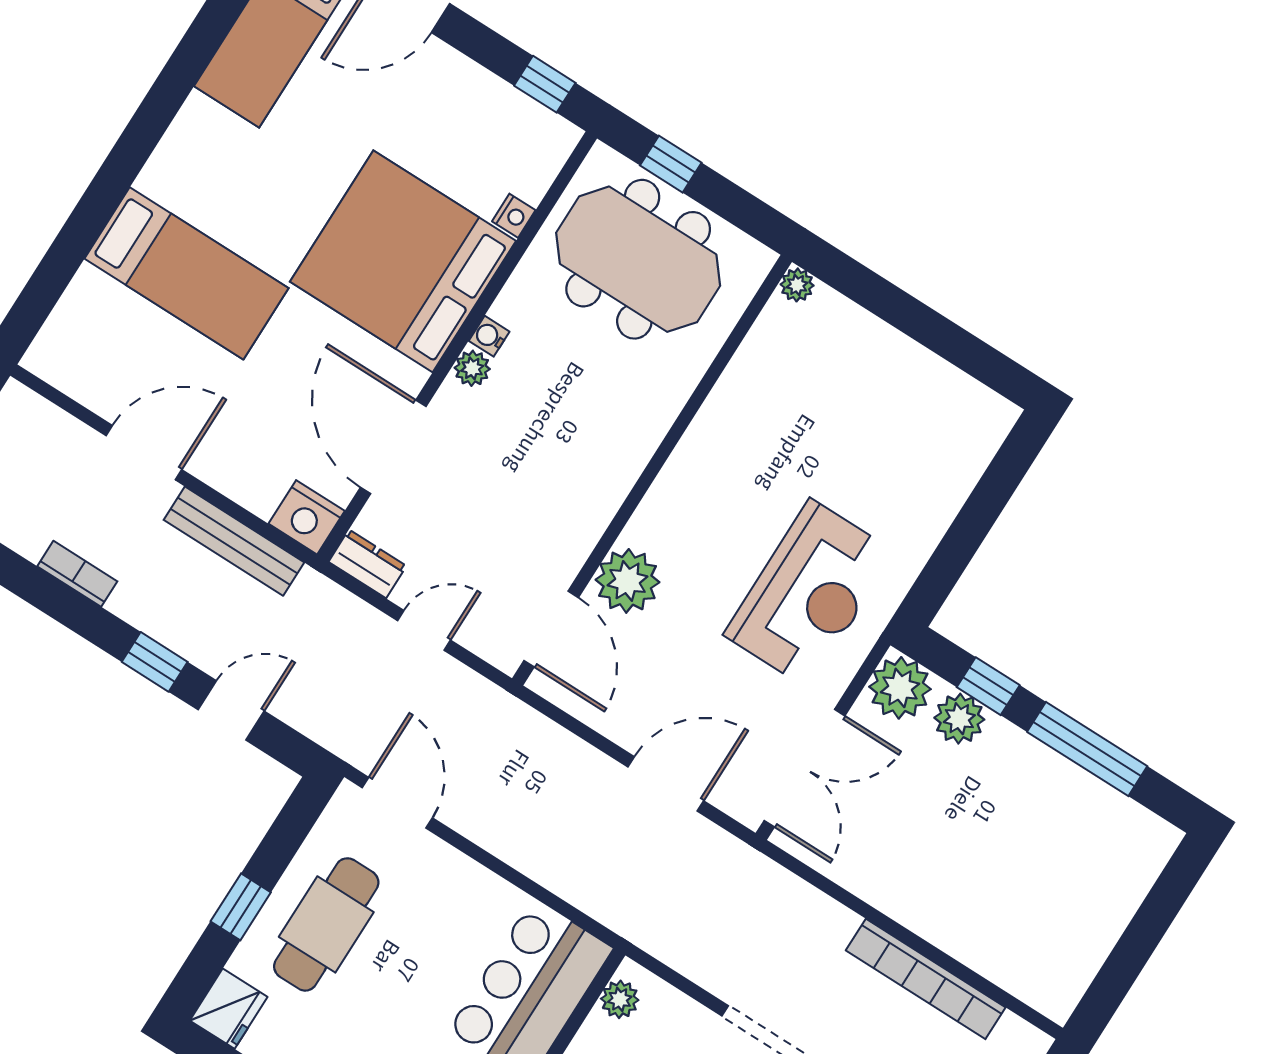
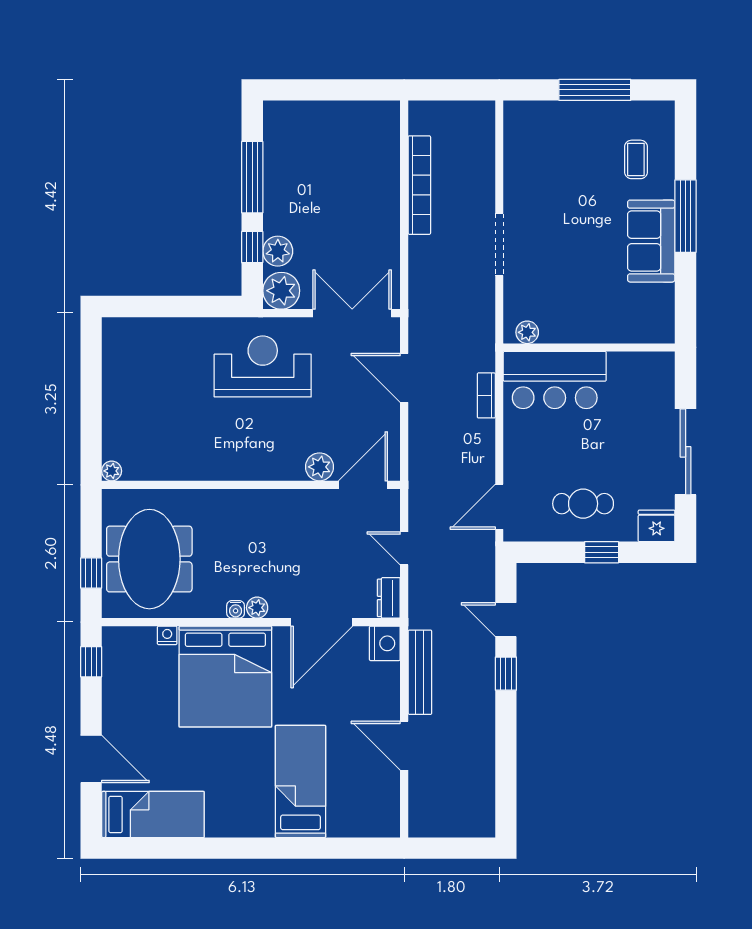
bookcase: (77, 574) -> (486, 395), moved
plant: (627, 581) -> (319, 467), width x0.73, depth x0.73
cafe table: (326, 924) -> (583, 504), width x0.73, depth x0.74

